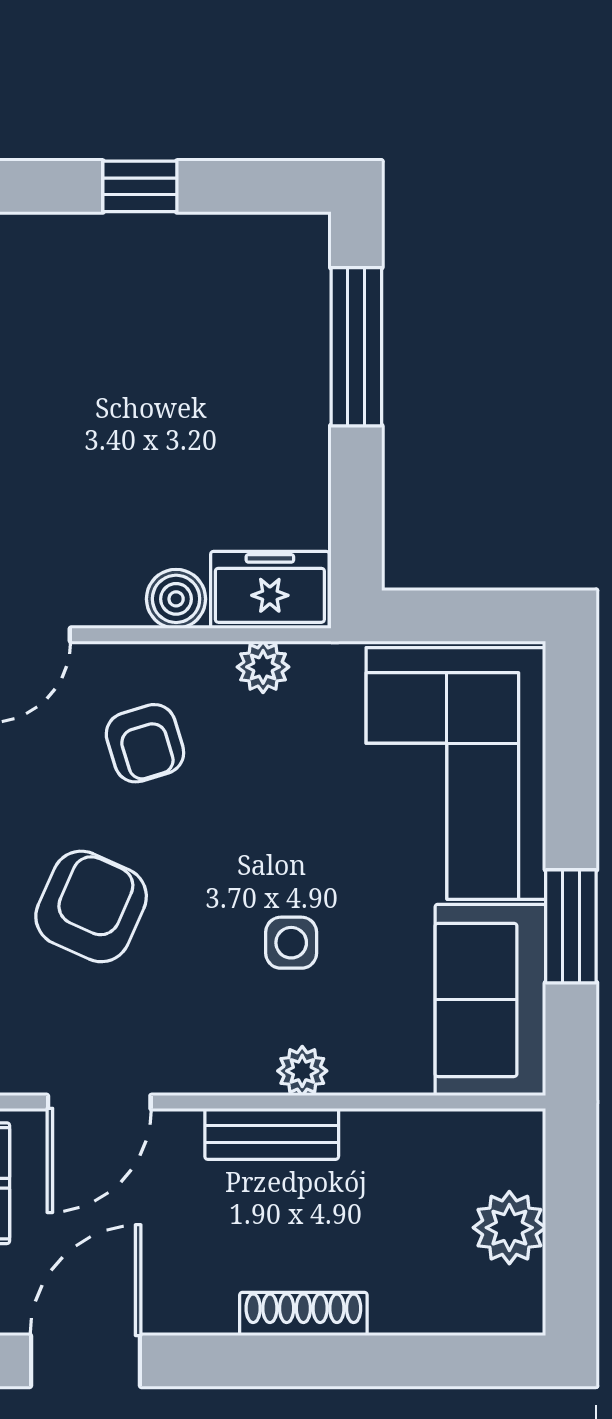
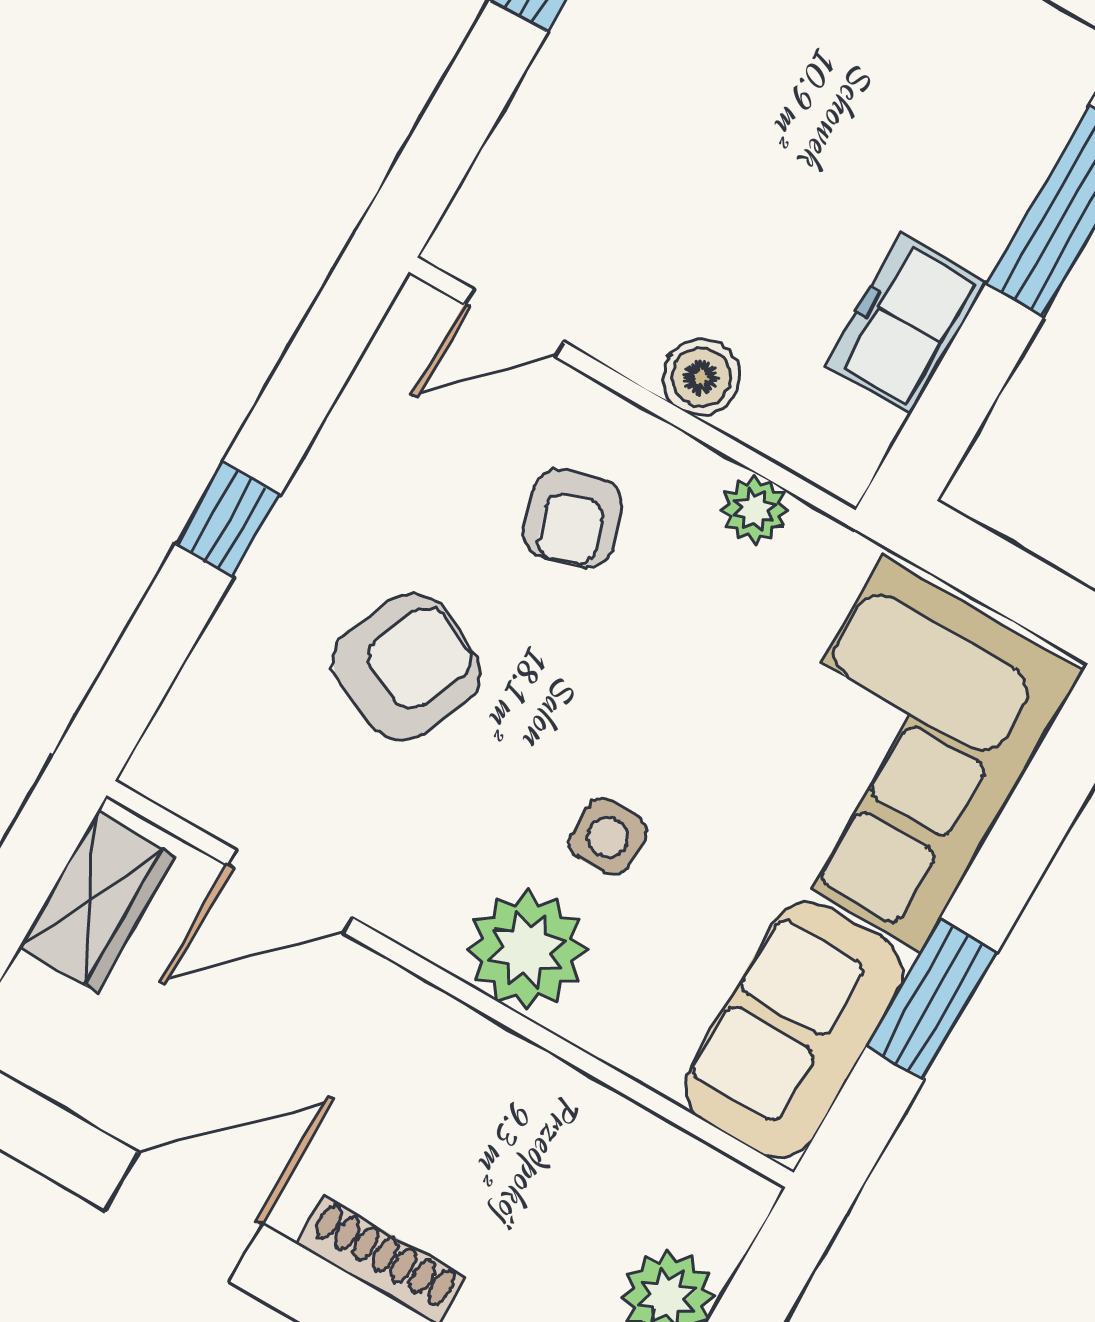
freezer: (270, 590) -> (906, 324), moved, turned -90
plant: (302, 1071) -> (527, 950), width x1.87, depth x1.87
bench: (272, 1134) -> (462, 1038), removed
door: (85, 1361) -> (184, 1217), moved

